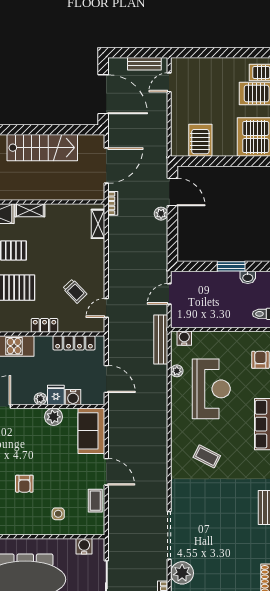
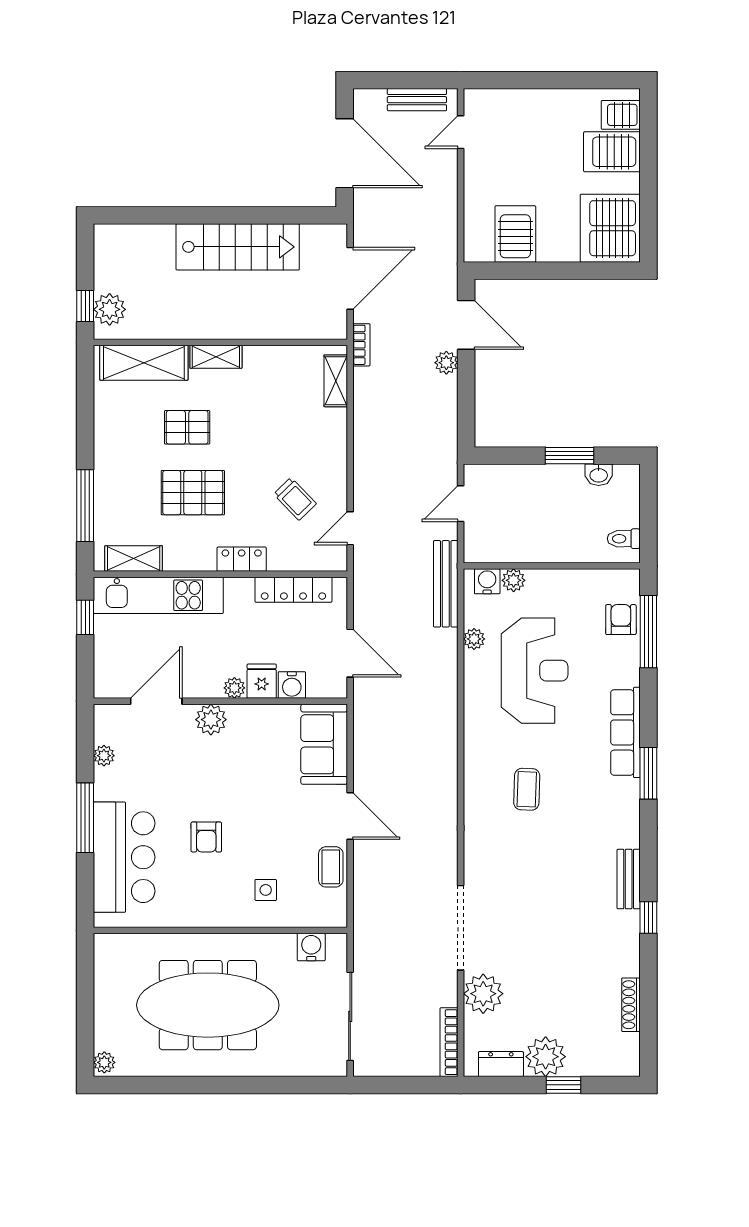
plant: (199, 337) -> (514, 580), added
plant: (54, 417) -> (211, 720), moved
coffee table: (207, 456) -> (527, 789), turned 65

